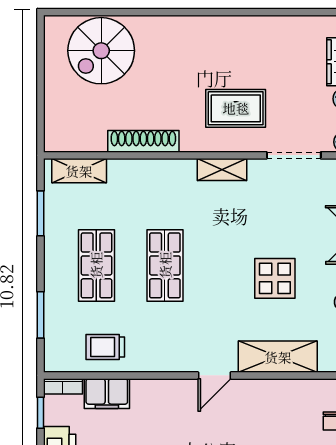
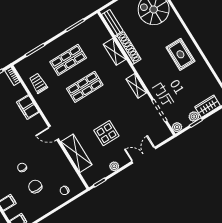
rug: (236, 108) -> (180, 54), moved
bench: (78, 142) -> (112, 23), added
shelving: (79, 171) -> (115, 52), moved
filing cabinet: (107, 394) -> (28, 107), moved

